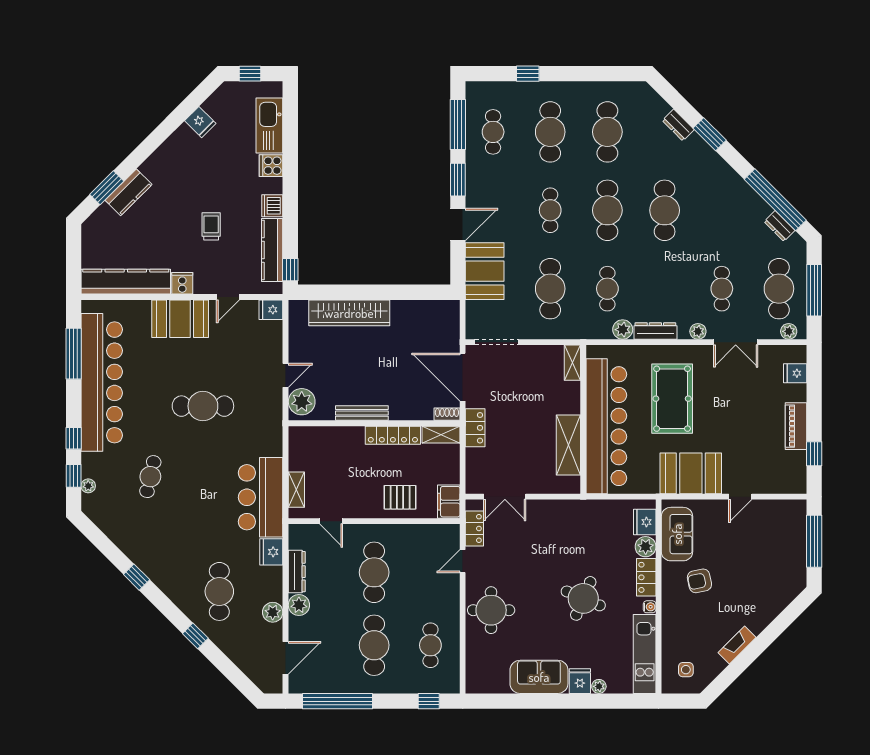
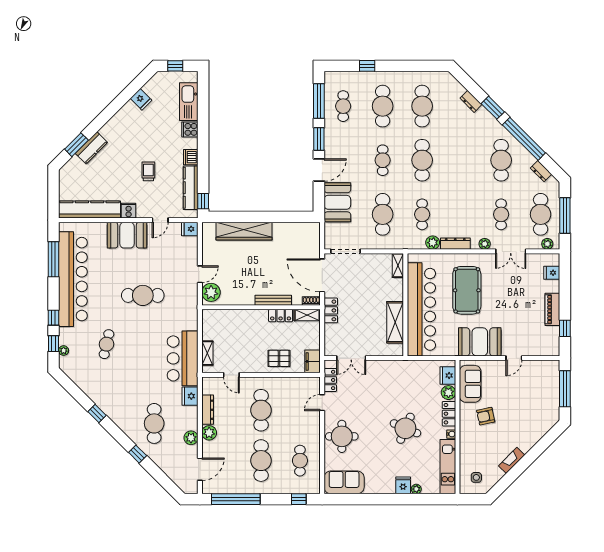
window: (775, 200) -> (524, 139), moved
cafe table: (665, 210) -> (501, 160), moved
bench: (362, 413) -> (273, 300), moved
locker: (393, 435) -> (281, 316), width x0.66
sofa: (539, 677) -> (344, 482), moved

